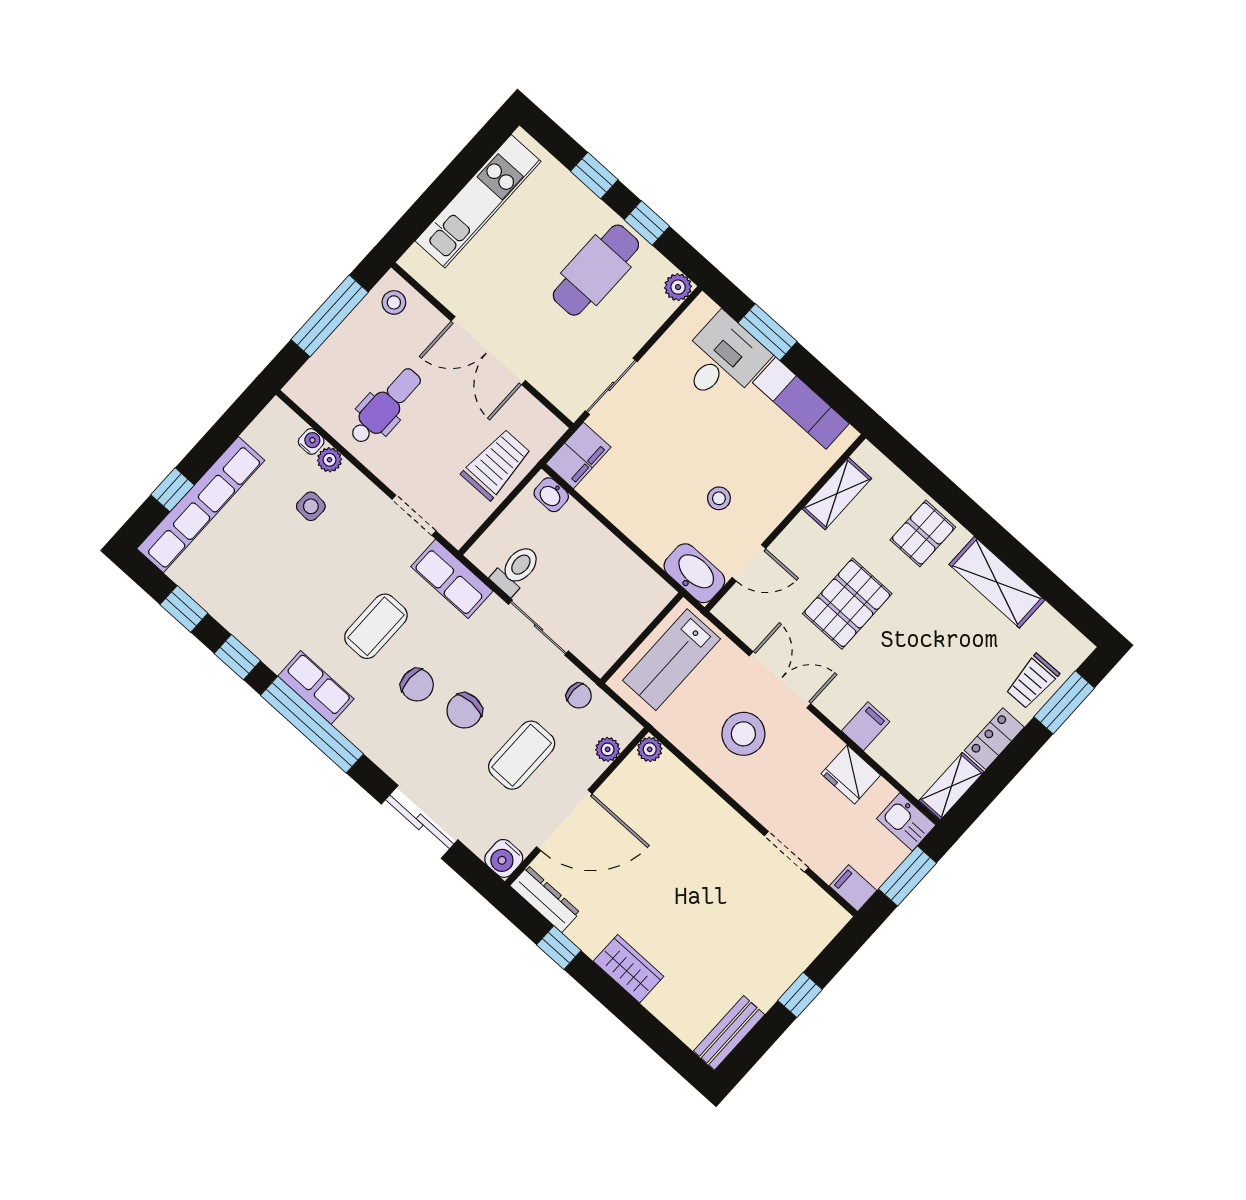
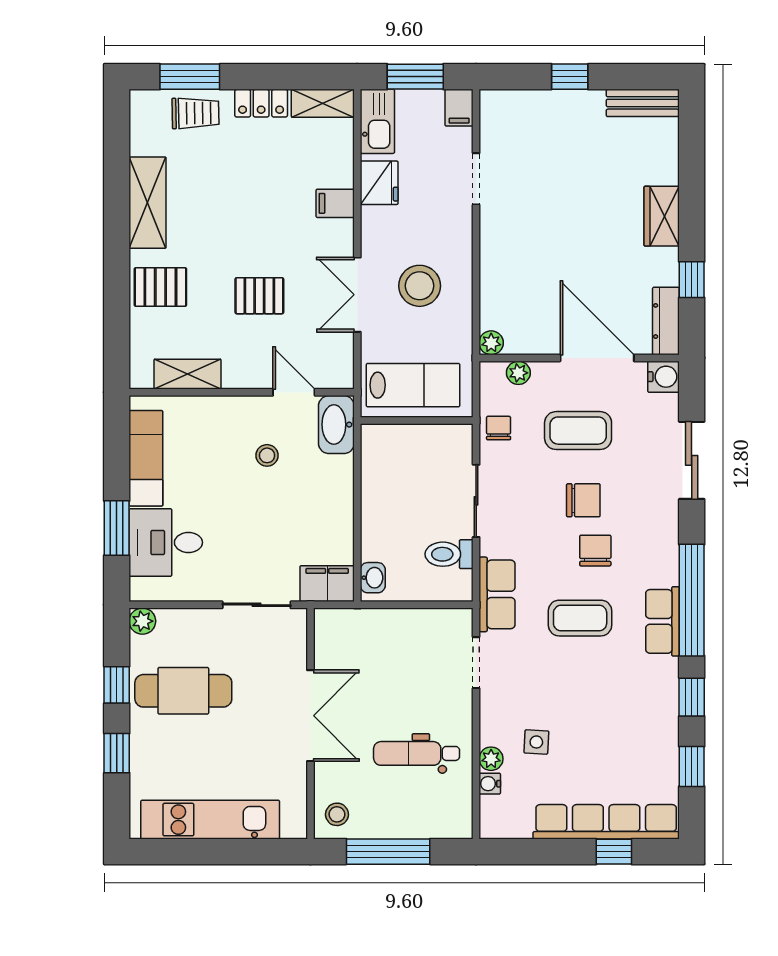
trolley: (496, 464) -> (386, 637), removed
pallet: (847, 604) -> (259, 296), width x0.67, depth x0.71
kitchen sink: (906, 822) -> (377, 121), width x1.38

